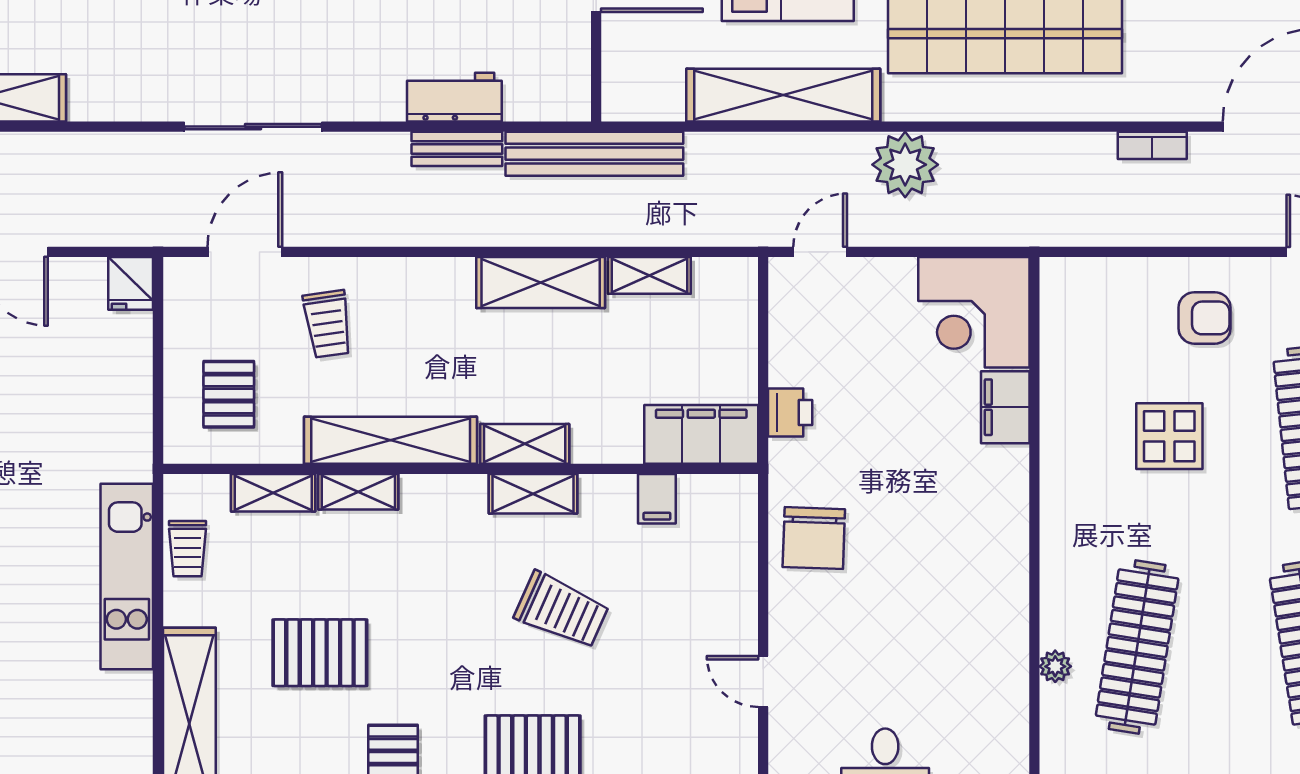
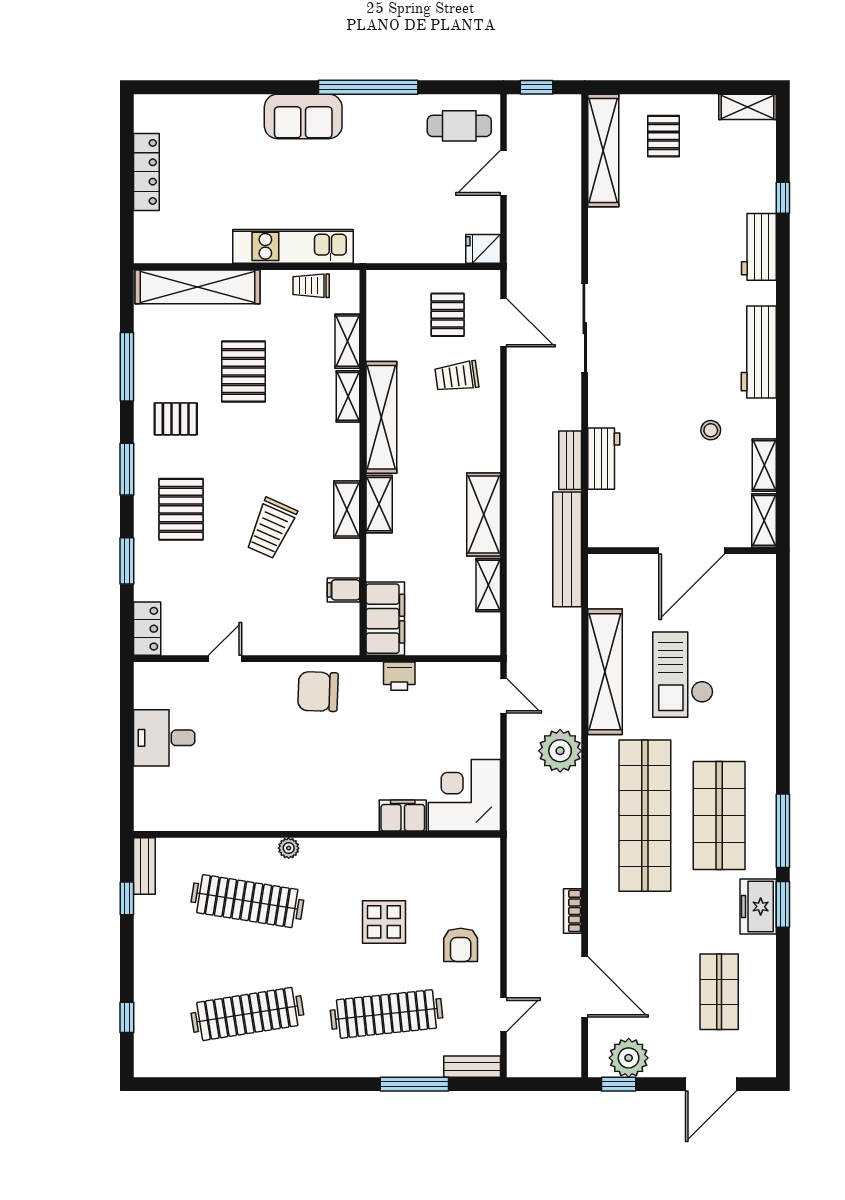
pallet: (229, 394) -> (448, 315), moved, turned 90
plant: (1055, 666) -> (289, 848), moved

